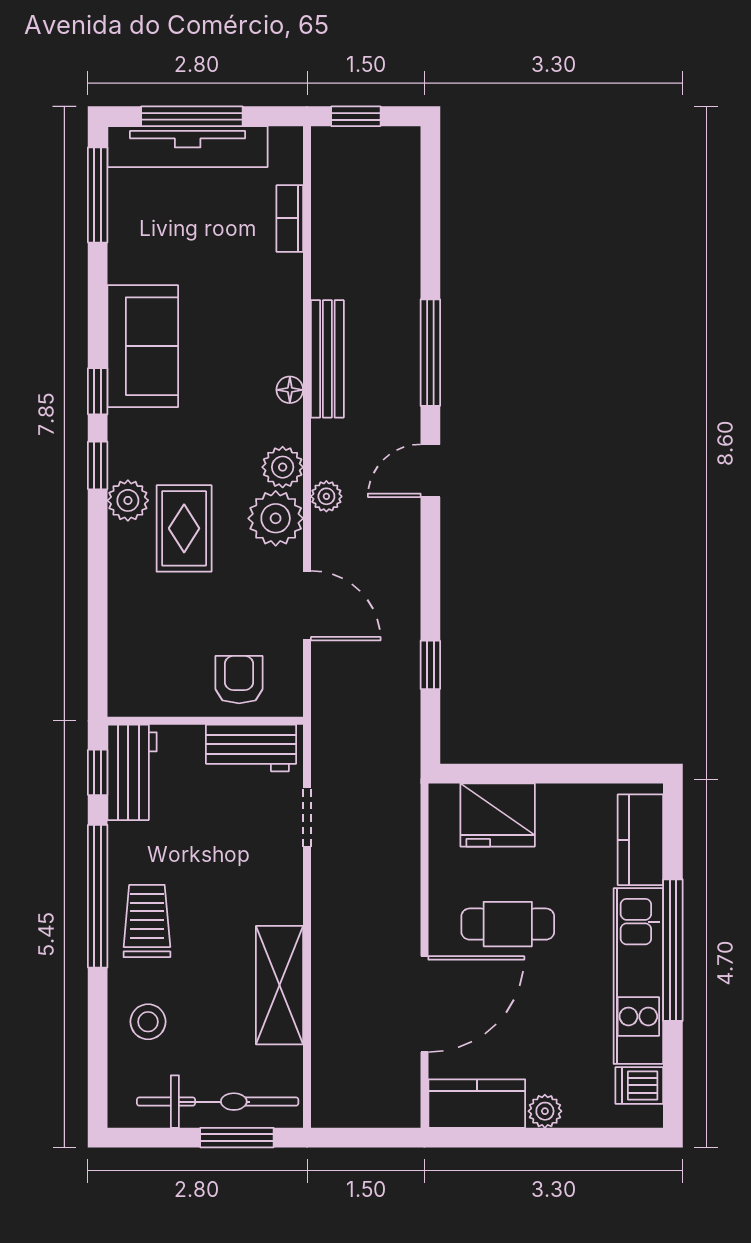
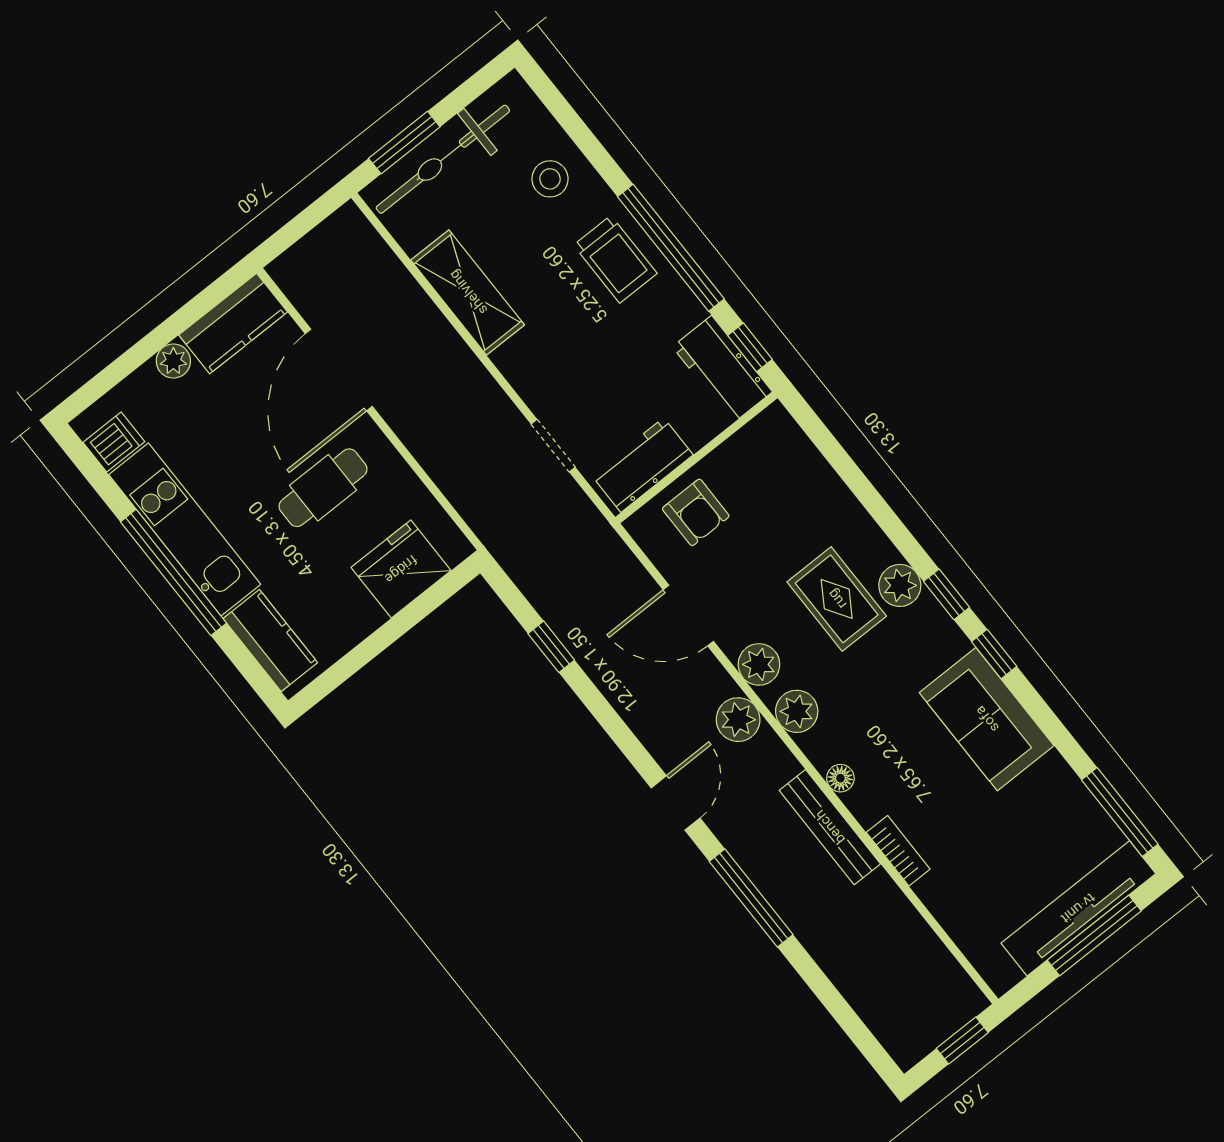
bookcase: (290, 218) -> (898, 851), moved
plant: (326, 496) -> (738, 720), width x1.38, depth x1.38
plant: (276, 518) -> (759, 664), width x0.73, depth x0.73

